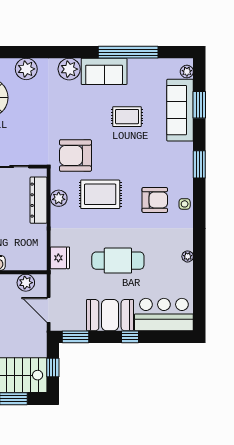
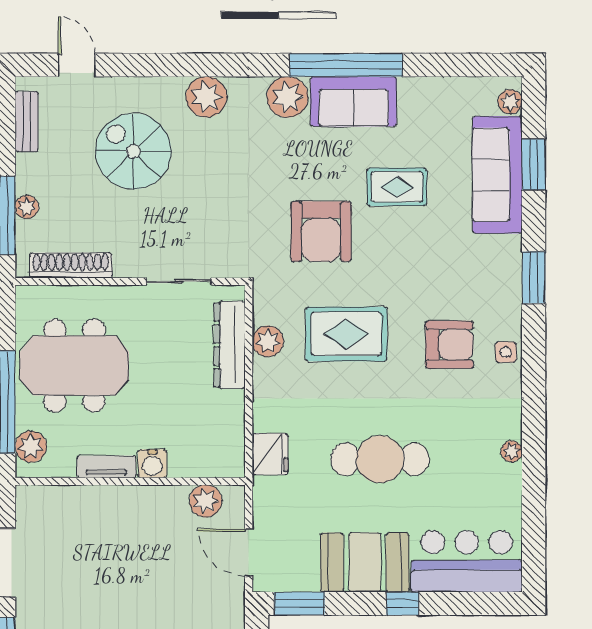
window: (128, 52) -> (346, 65), moved
armchair: (75, 156) -> (321, 231), moved, turned -90

